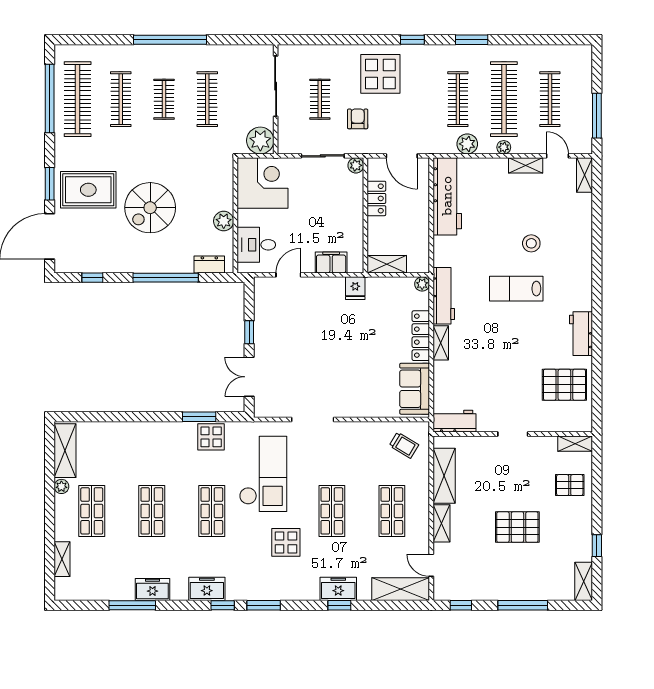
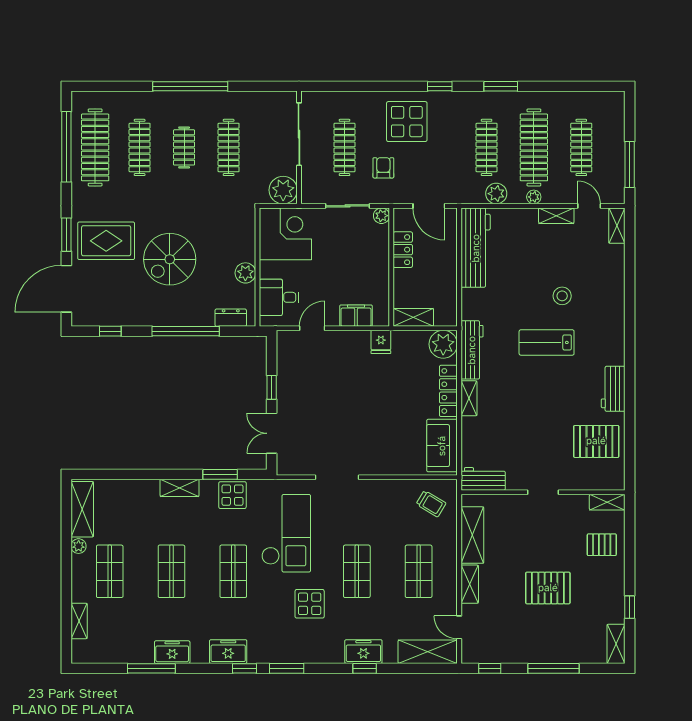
clothes rail: (320, 99) -> (344, 147), width x1.36
plant: (422, 284) -> (443, 344), width x1.88, depth x1.88
shelving: (160, 430) -> (180, 488), added

